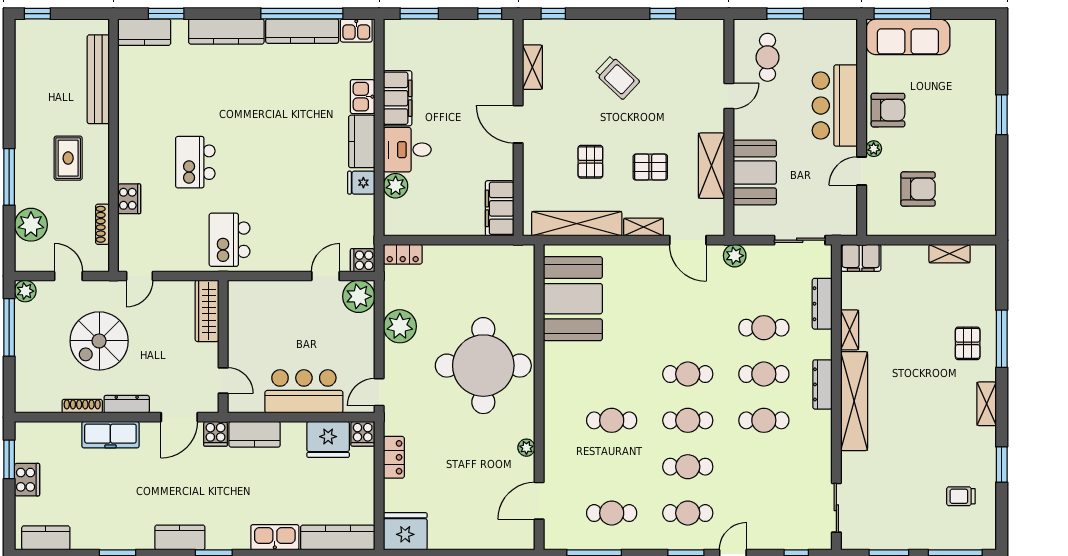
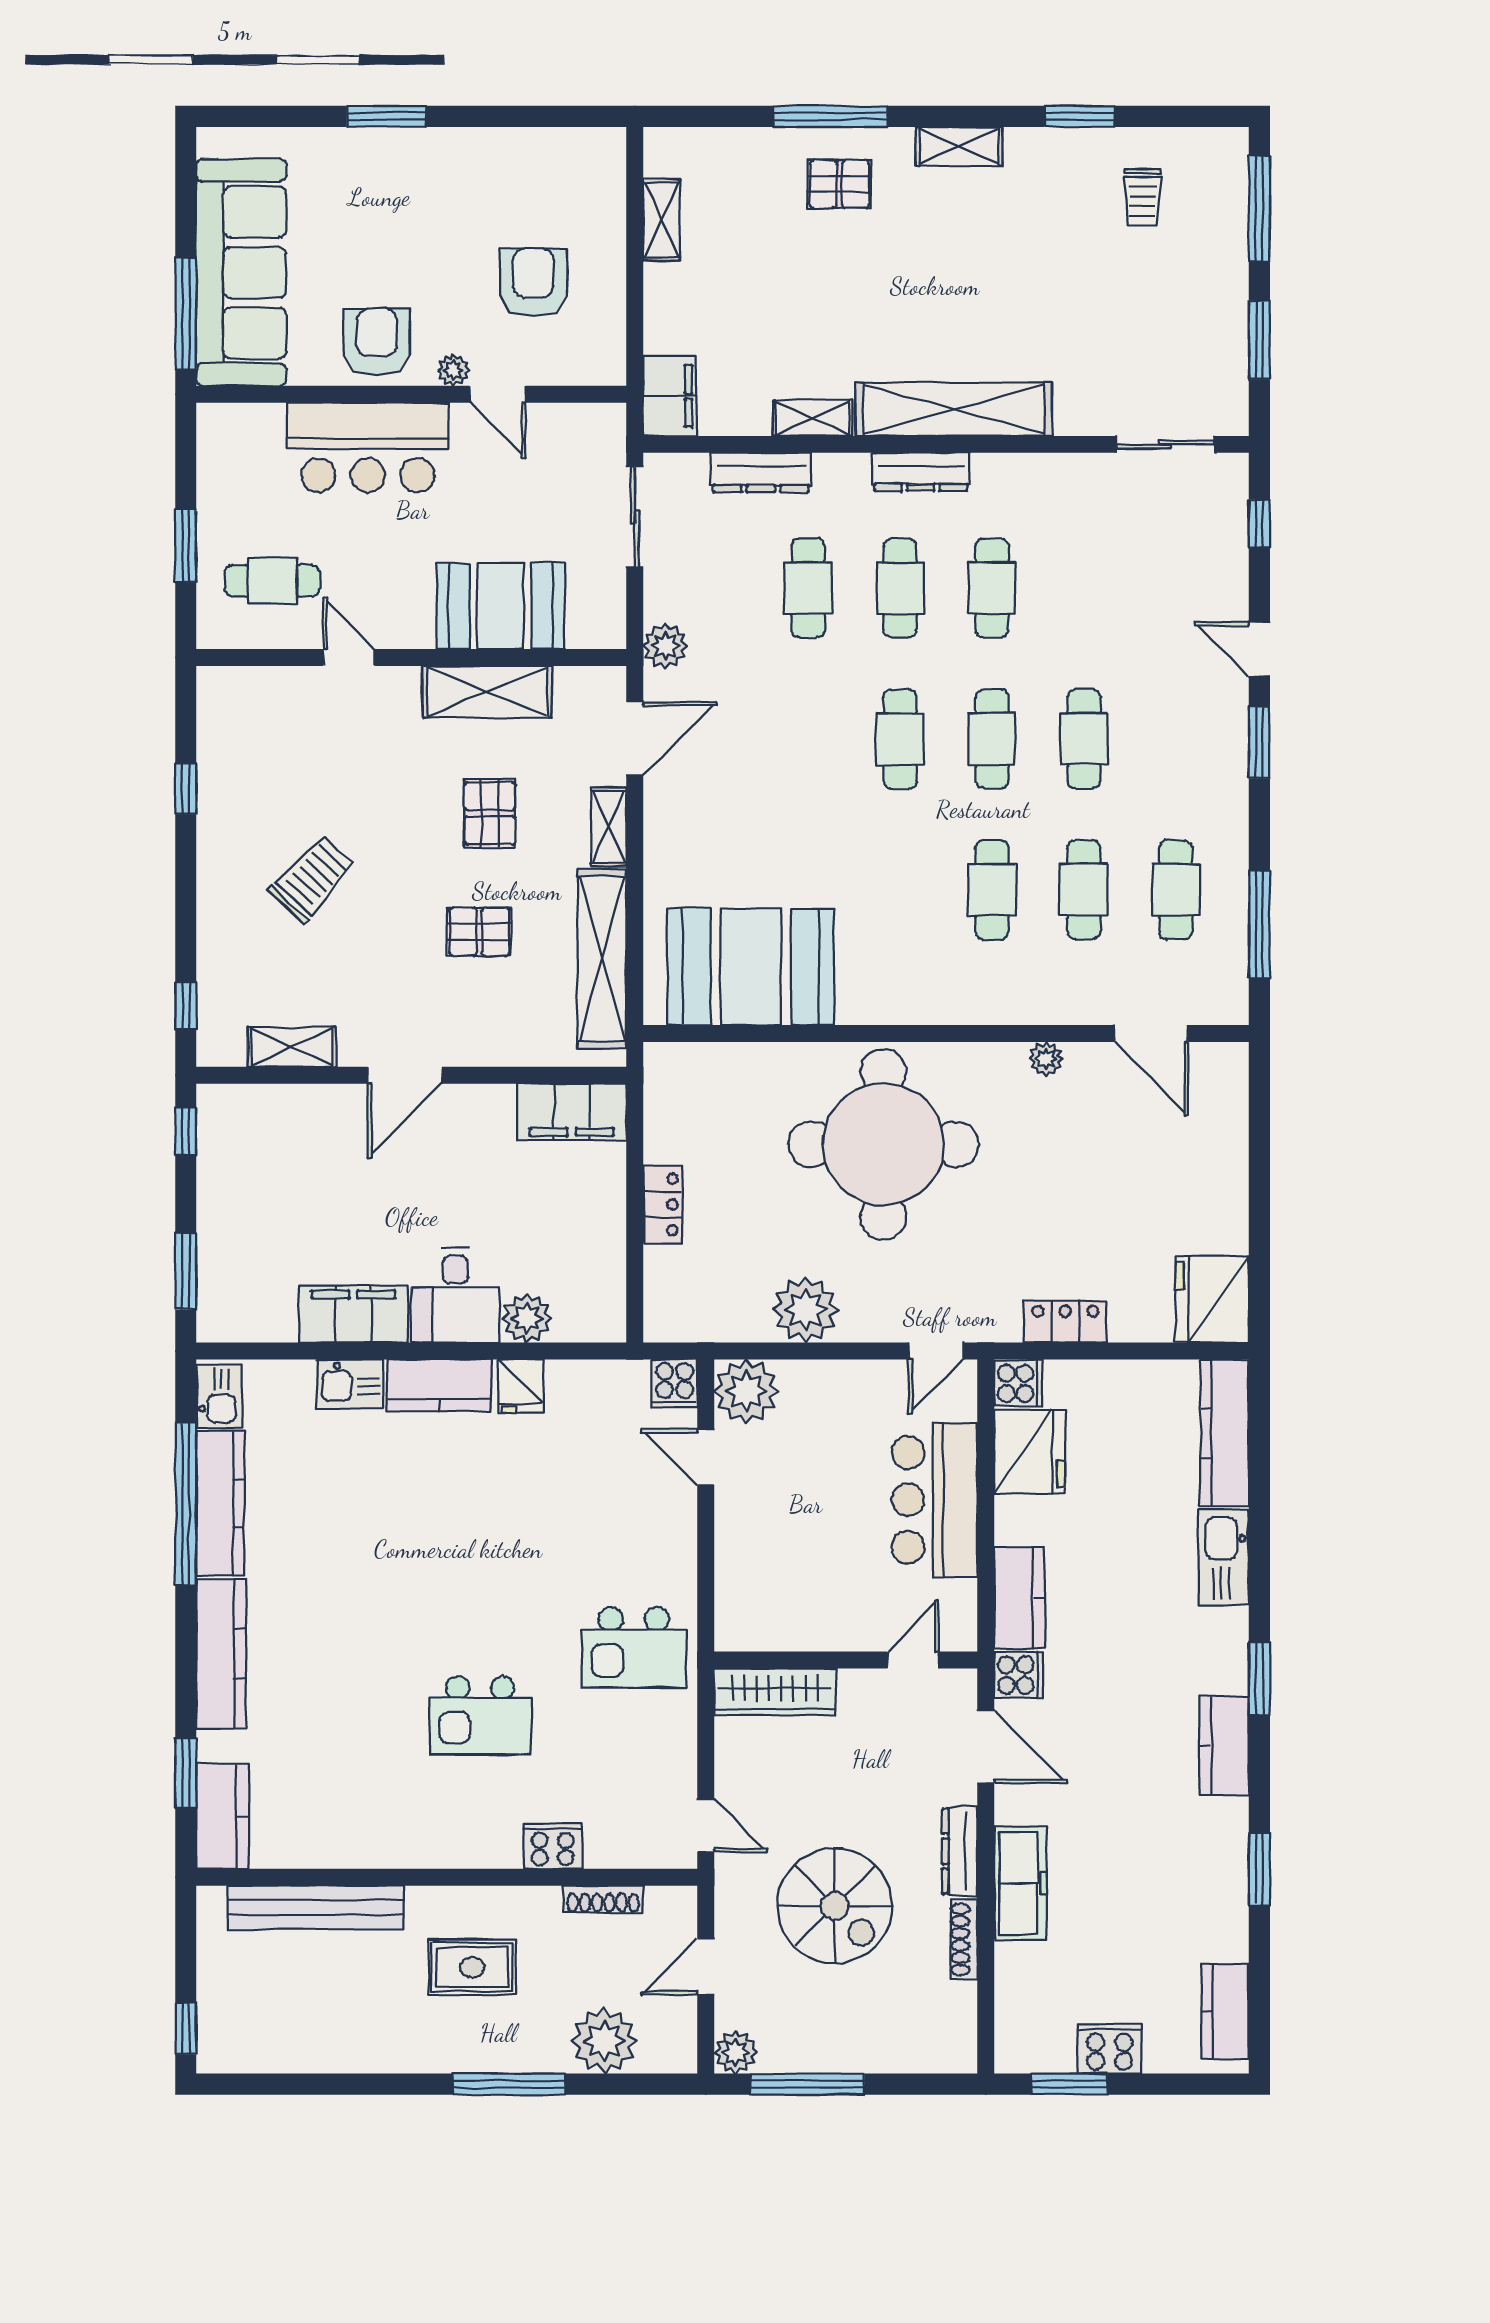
sofa: (908, 37) -> (241, 272), width x1.36, depth x1.27
locker: (403, 254) -> (663, 1205), moved
door: (379, 392) -> (936, 1351), hinge flipped
cafe table: (688, 513) -> (1084, 890), moved

